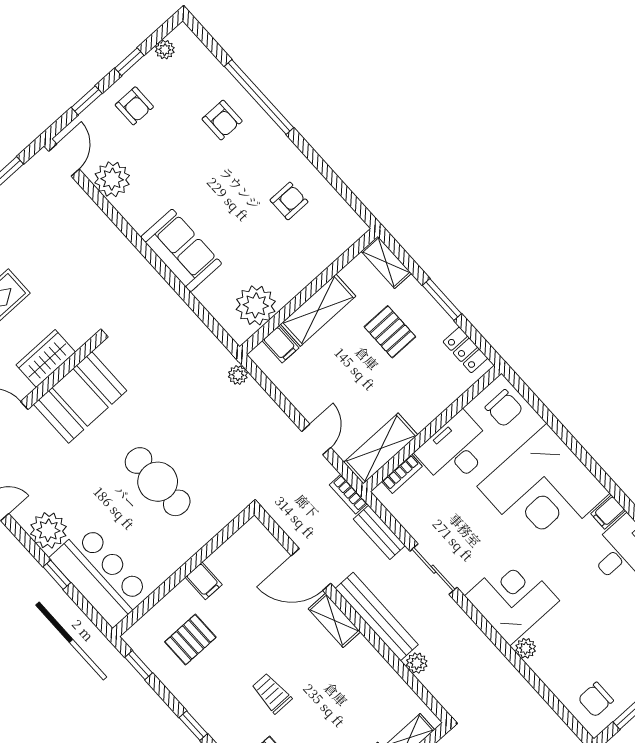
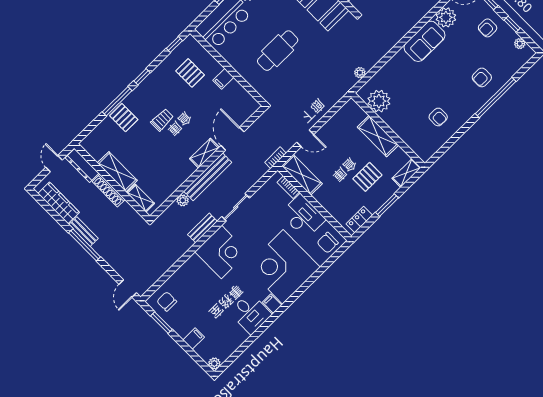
sofa: (181, 250) -> (424, 41), moved
filing cabinet: (280, 344) -> (358, 116), removed
plant: (238, 375) -> (360, 73), moved
bench: (379, 532) -> (202, 228), moved
plant: (526, 648) -> (194, 261), removed

